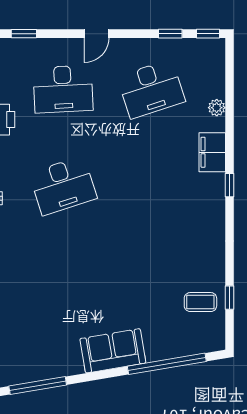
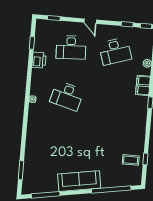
door: (96, 34) -> (90, 21), hinge flipped
desk: (63, 186) -> (67, 96), turned 33
sofa: (113, 351) -> (79, 181), width x1.36

